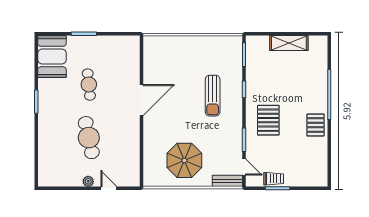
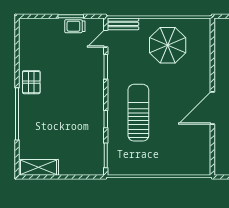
shelving: (289, 43) -> (38, 167), moved
sun lounger: (213, 96) -> (138, 113), width x1.36, depth x1.34
pallet: (268, 120) -> (81, 87), removed
door: (244, 167) -> (106, 39), hinge flipped

